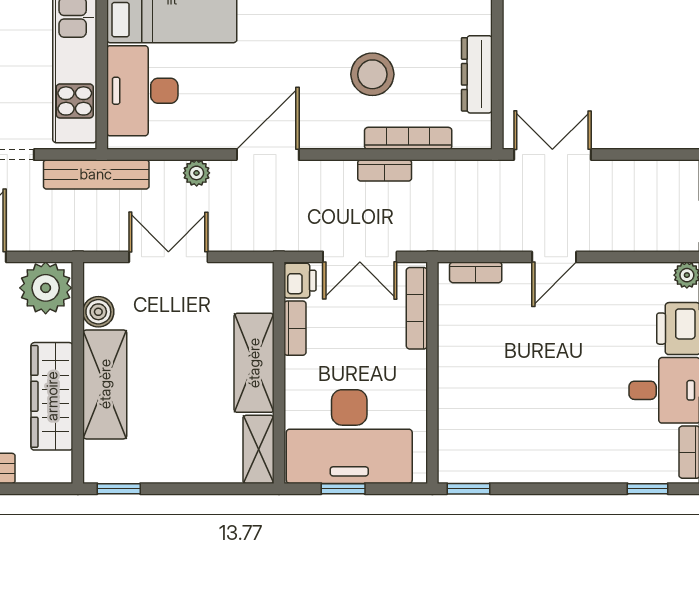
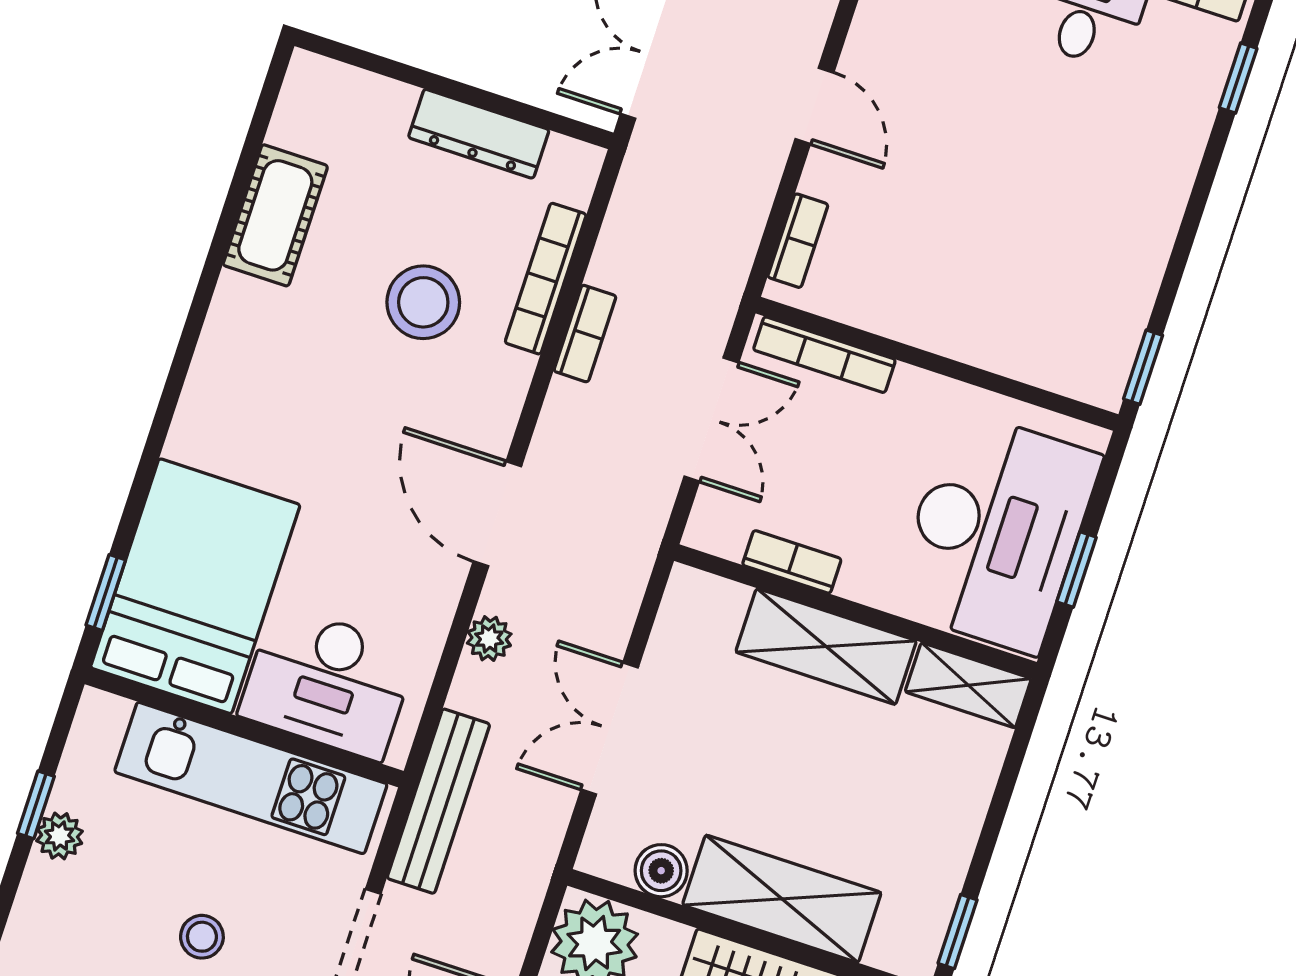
printer: (300, 281) -> (718, 529), removed

